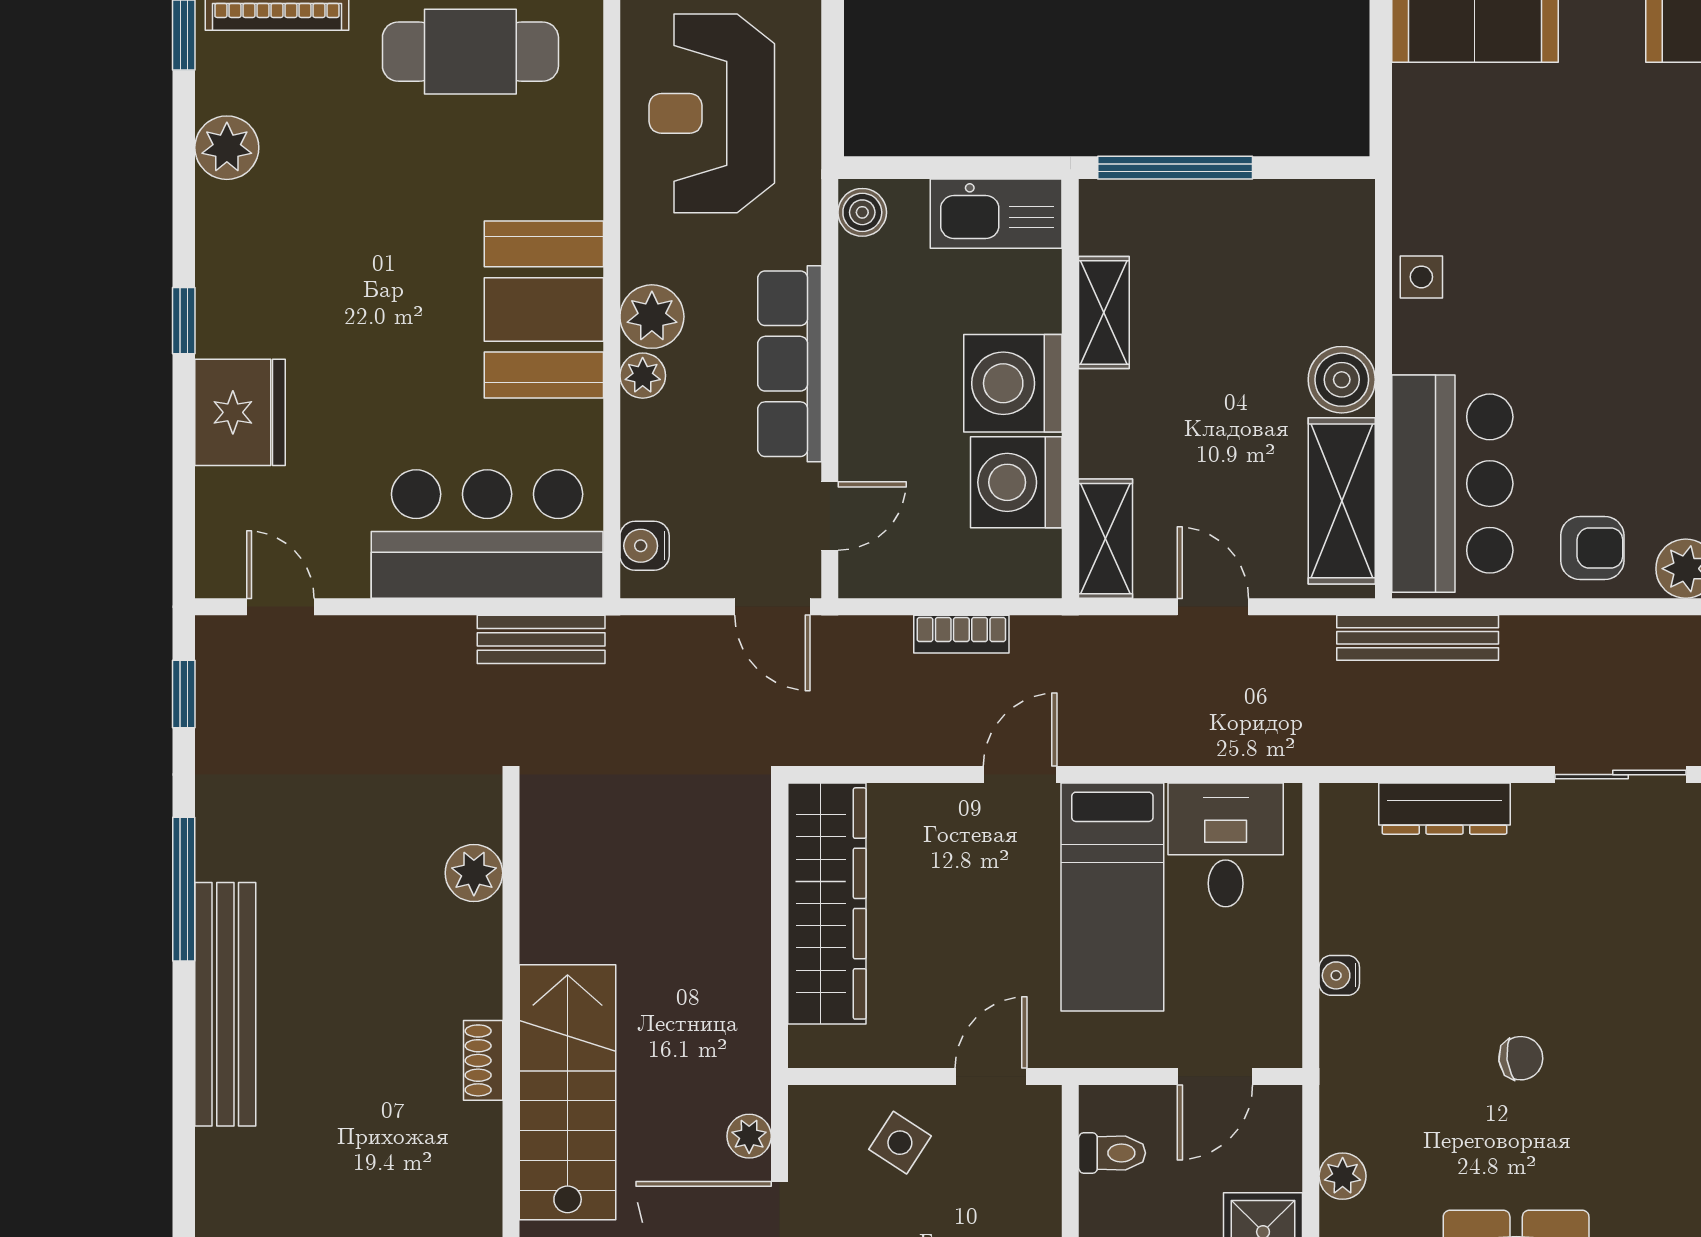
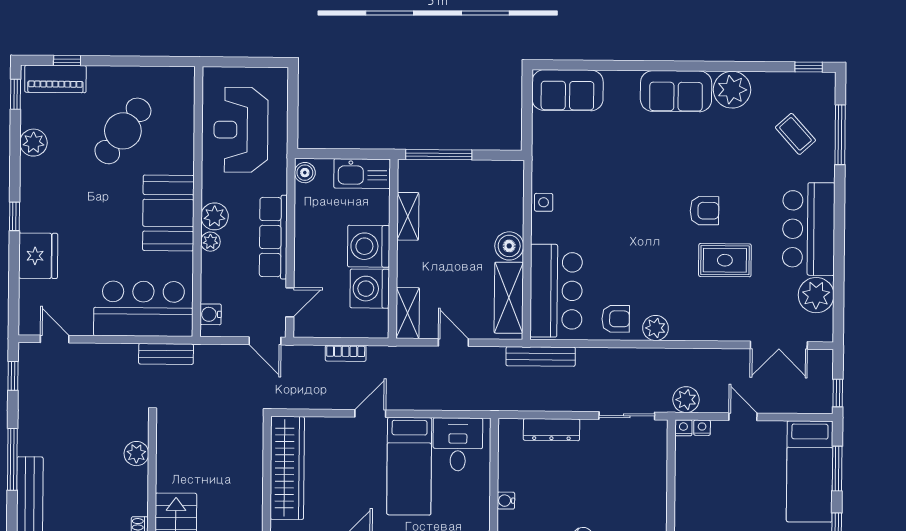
cafe table: (470, 52) -> (123, 131), moved, turned -54

